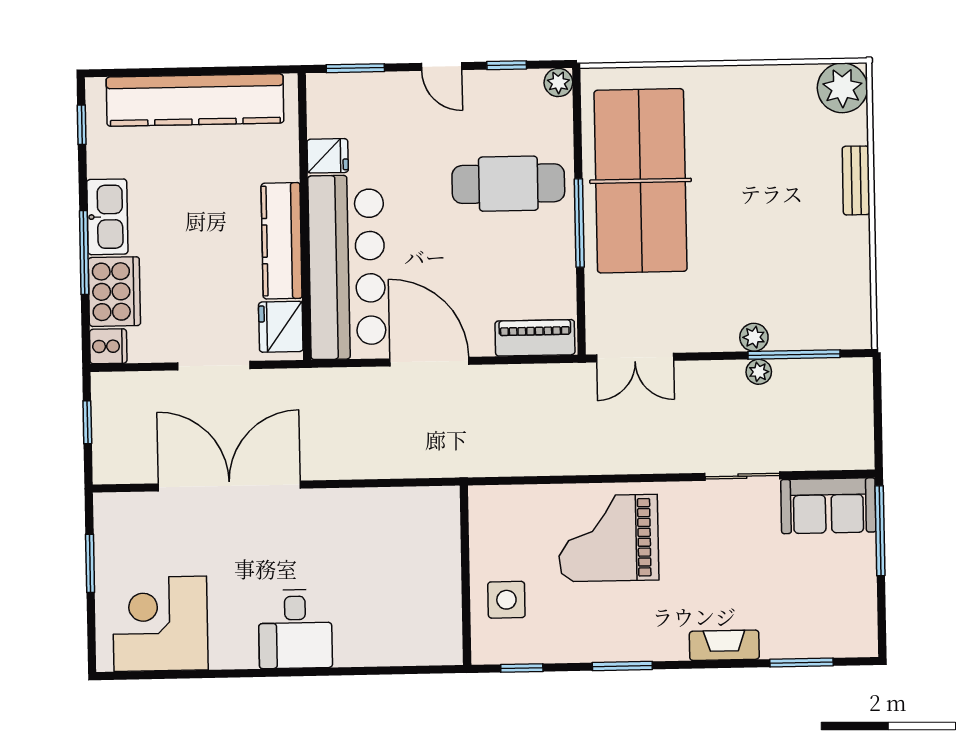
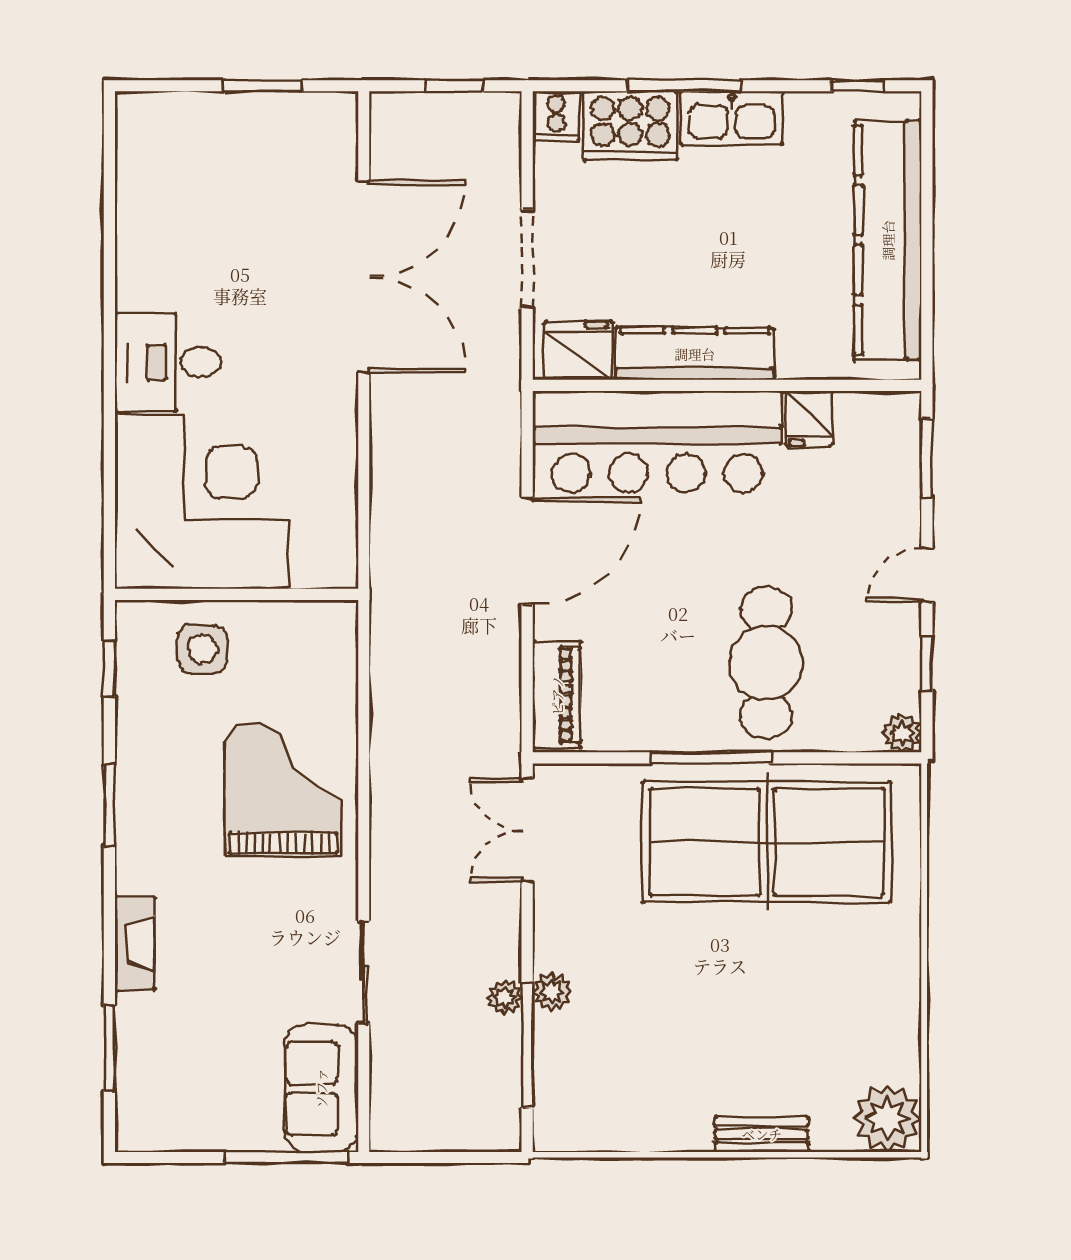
corner desk: (160, 624) -> (202, 502), moved, width x1.36, depth x1.36

